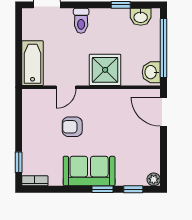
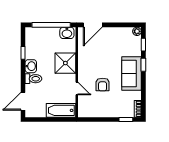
washbasin: (141, 17) -> (31, 66), moved

